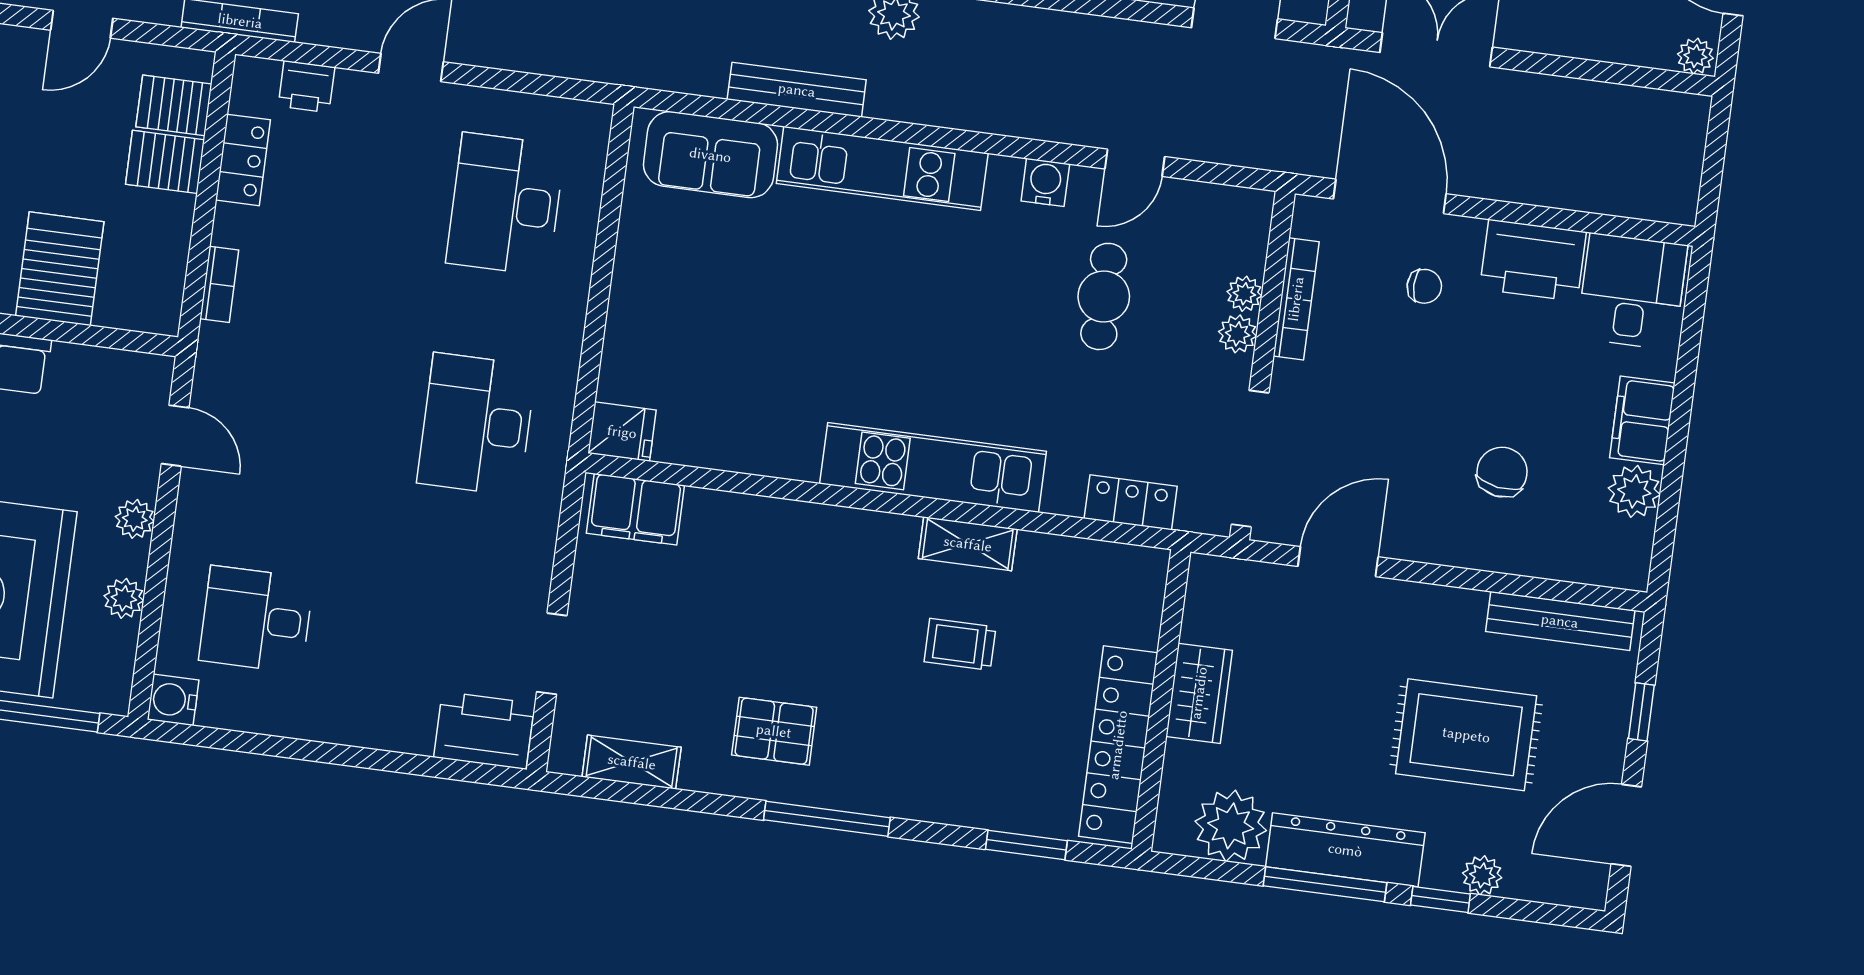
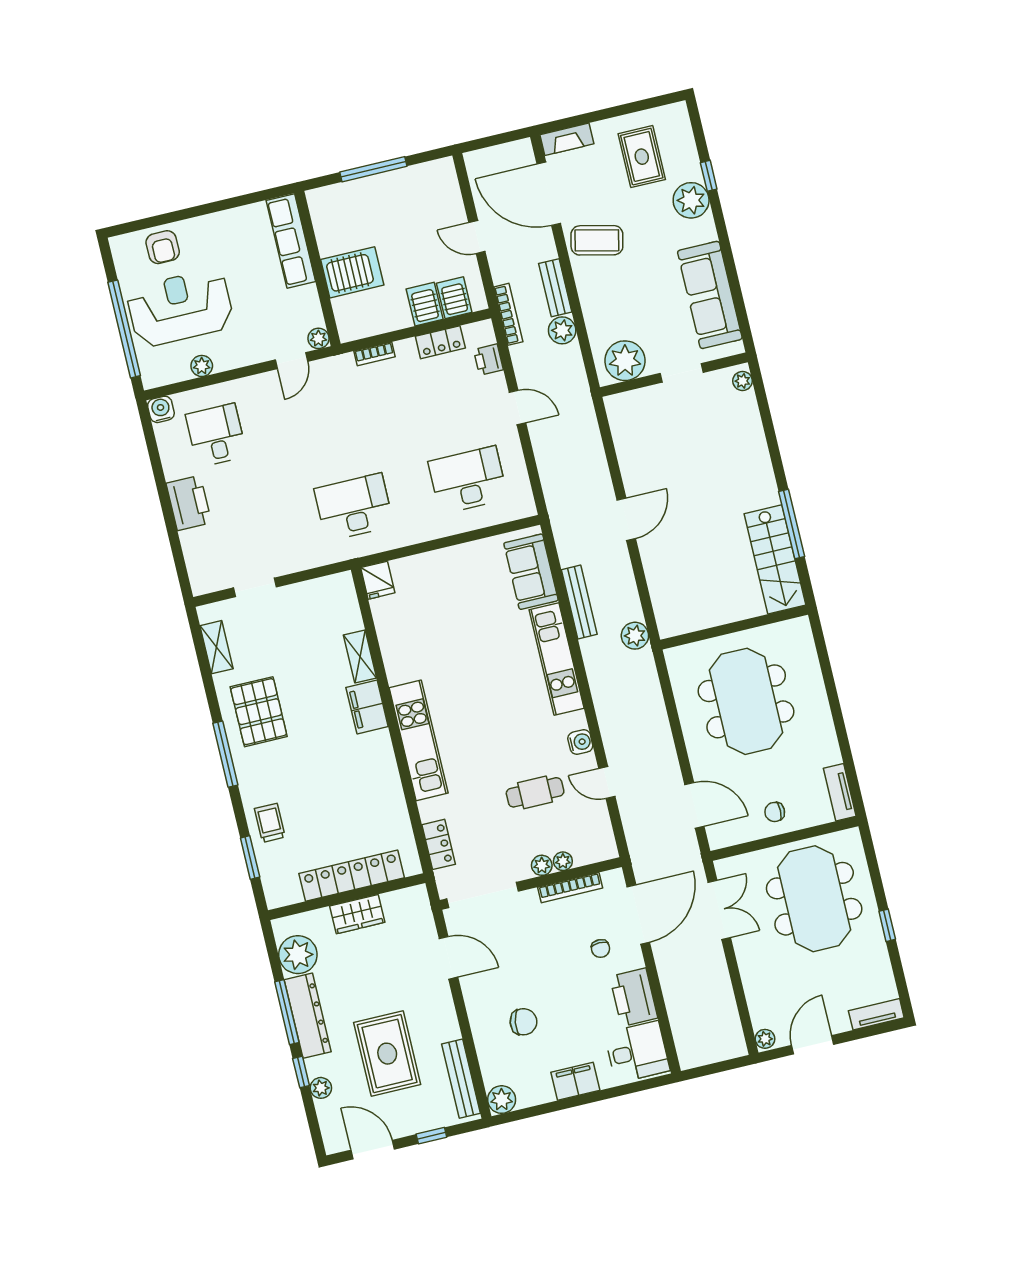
plant: (1634, 491) -> (502, 1100), moved
filing cabinet: (635, 509) -> (367, 707), moved
plant: (135, 519) -> (318, 338), moved
shelving: (968, 544) -> (360, 657), moved
trolley: (960, 644) -> (270, 823), moved
printer: (484, 730) -> (189, 503), moved
pallet: (774, 731) -> (259, 712), width x1.50, depth x1.42
locker: (1118, 745) -> (352, 876), moved

